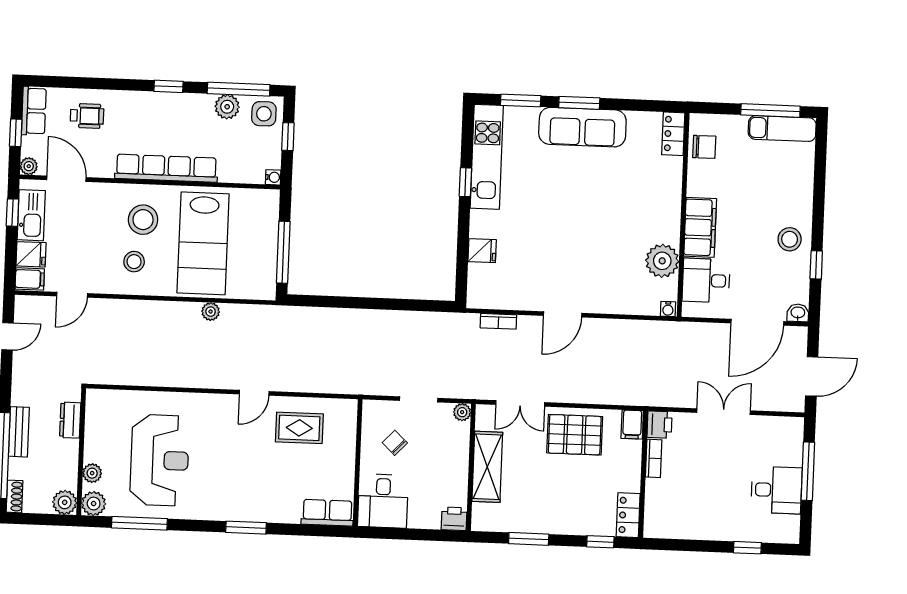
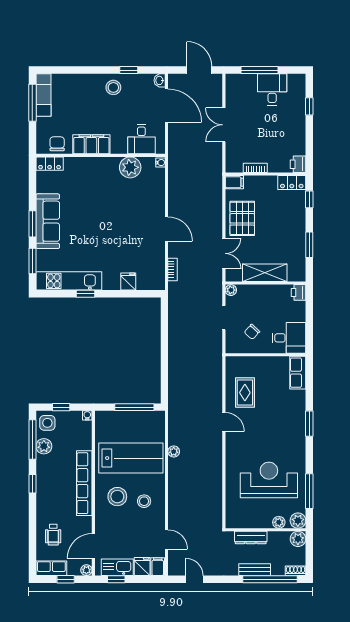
wheelchair: (87, 116) -> (53, 535), turned 180
filing cabinet: (700, 227) -> (91, 144), moved
dresser: (70, 420) -> (251, 537), width x1.44
printer: (660, 425) -> (298, 164), moved, turned -90

